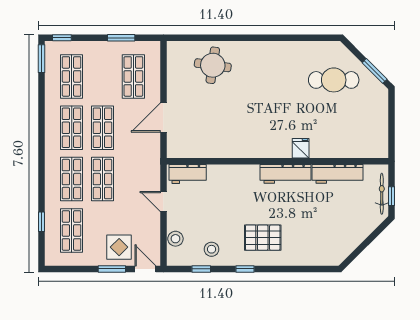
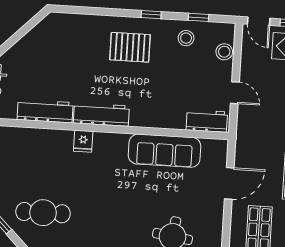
sofa: (225, 144) -> (165, 151), added

